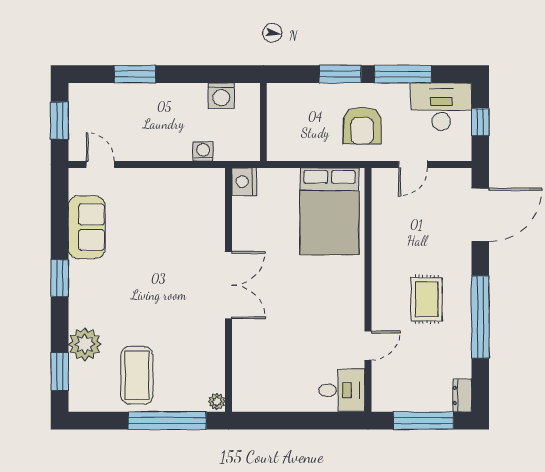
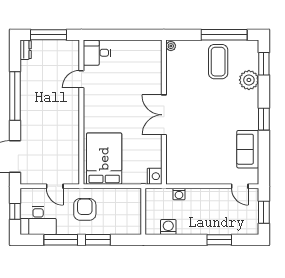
door: (413, 165) -> (55, 186), swing flipped
rug: (427, 299) -> (47, 107), removed
window: (167, 421) -> (224, 35), moved

